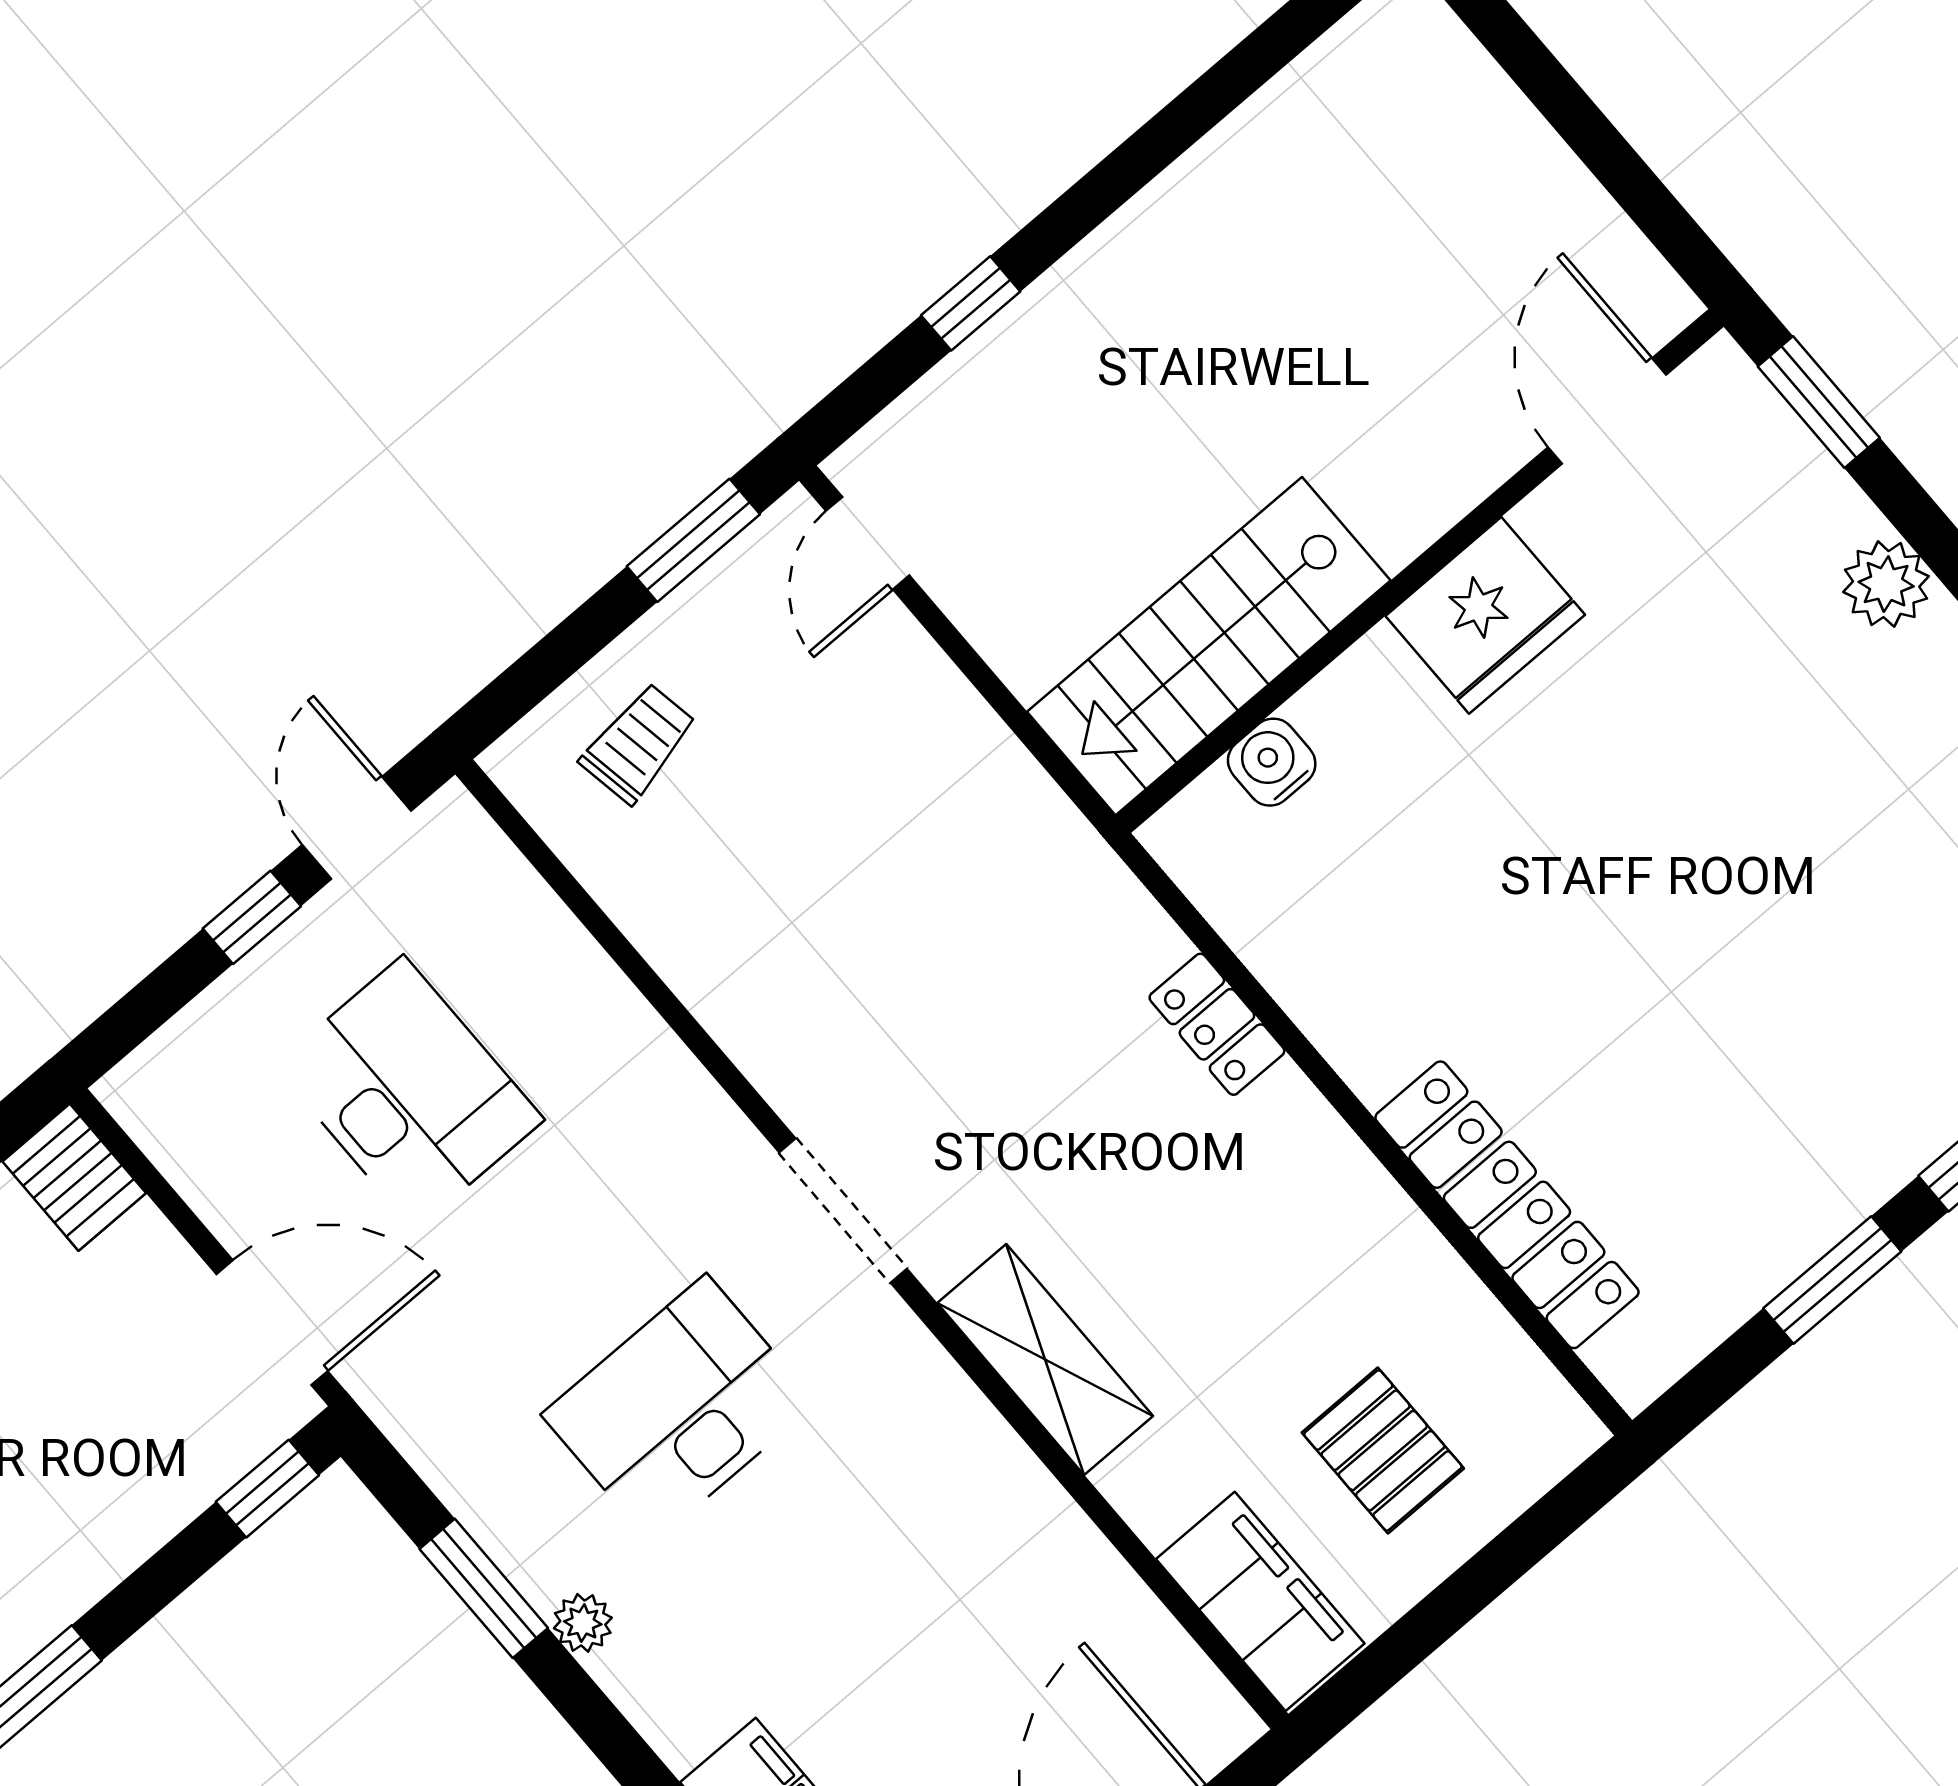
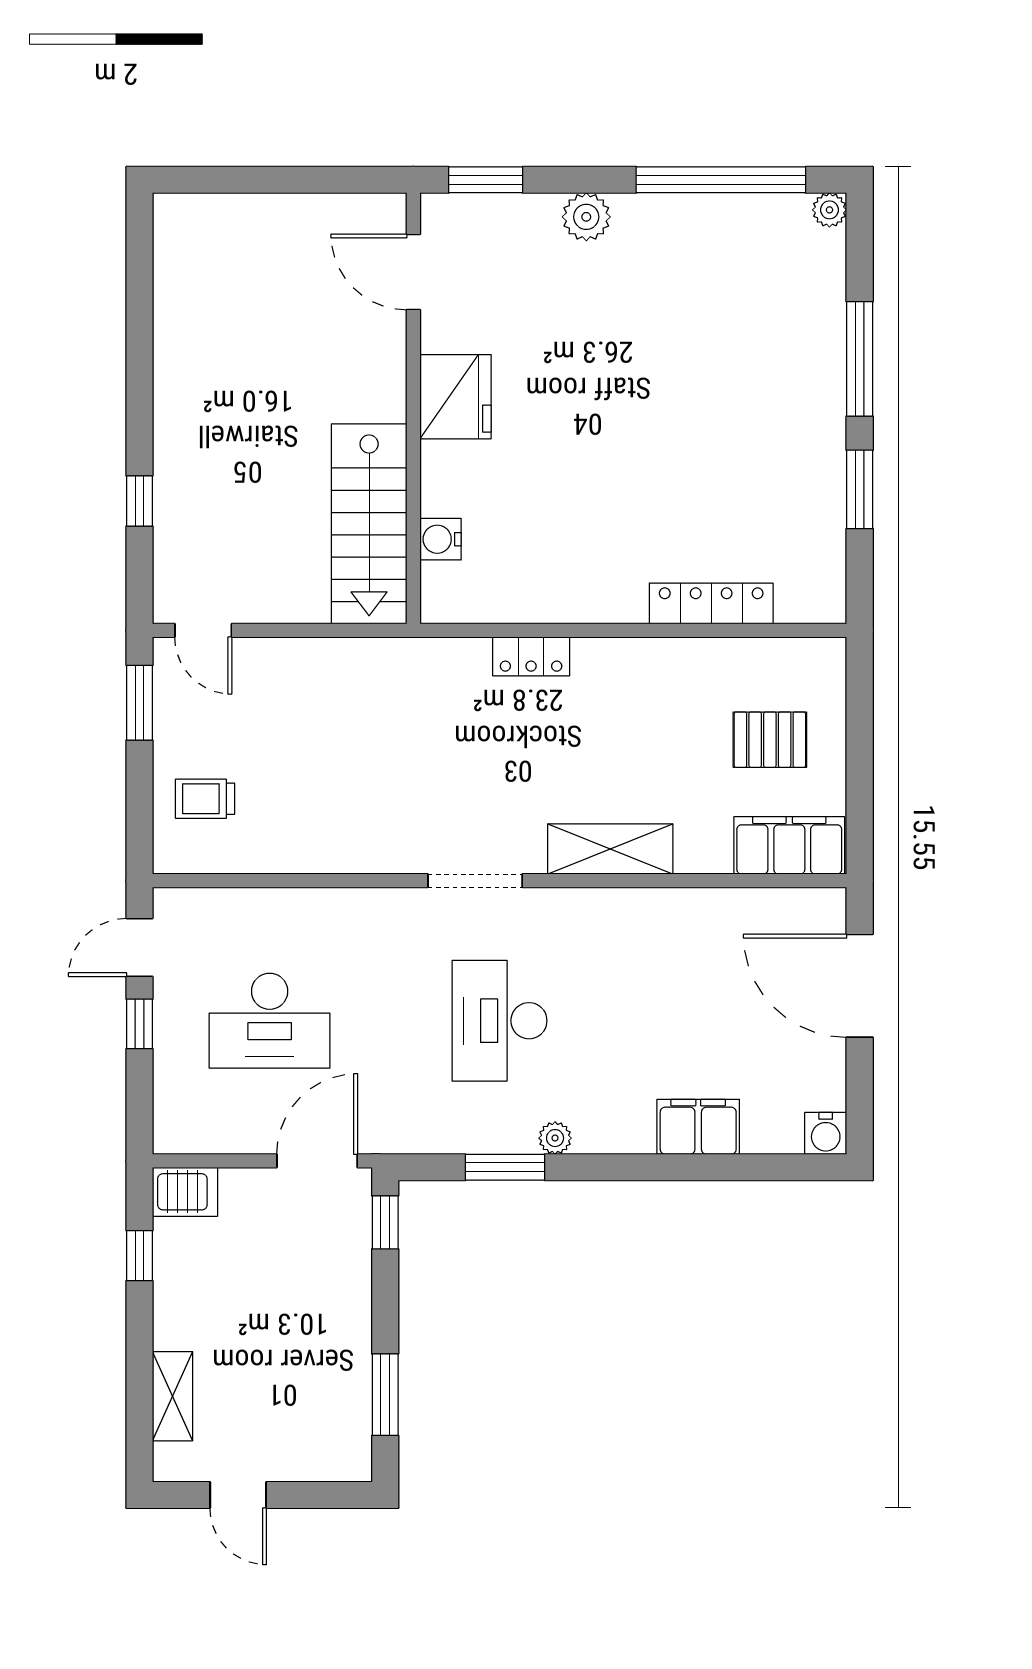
trolley: (638, 743) -> (205, 799), turned -80
door: (357, 828) -> (139, 948), hinge flipped
desk: (409, 1093) -> (270, 1021), turned 180
locker: (1507, 1205) -> (711, 603), width x0.71, depth x0.83

